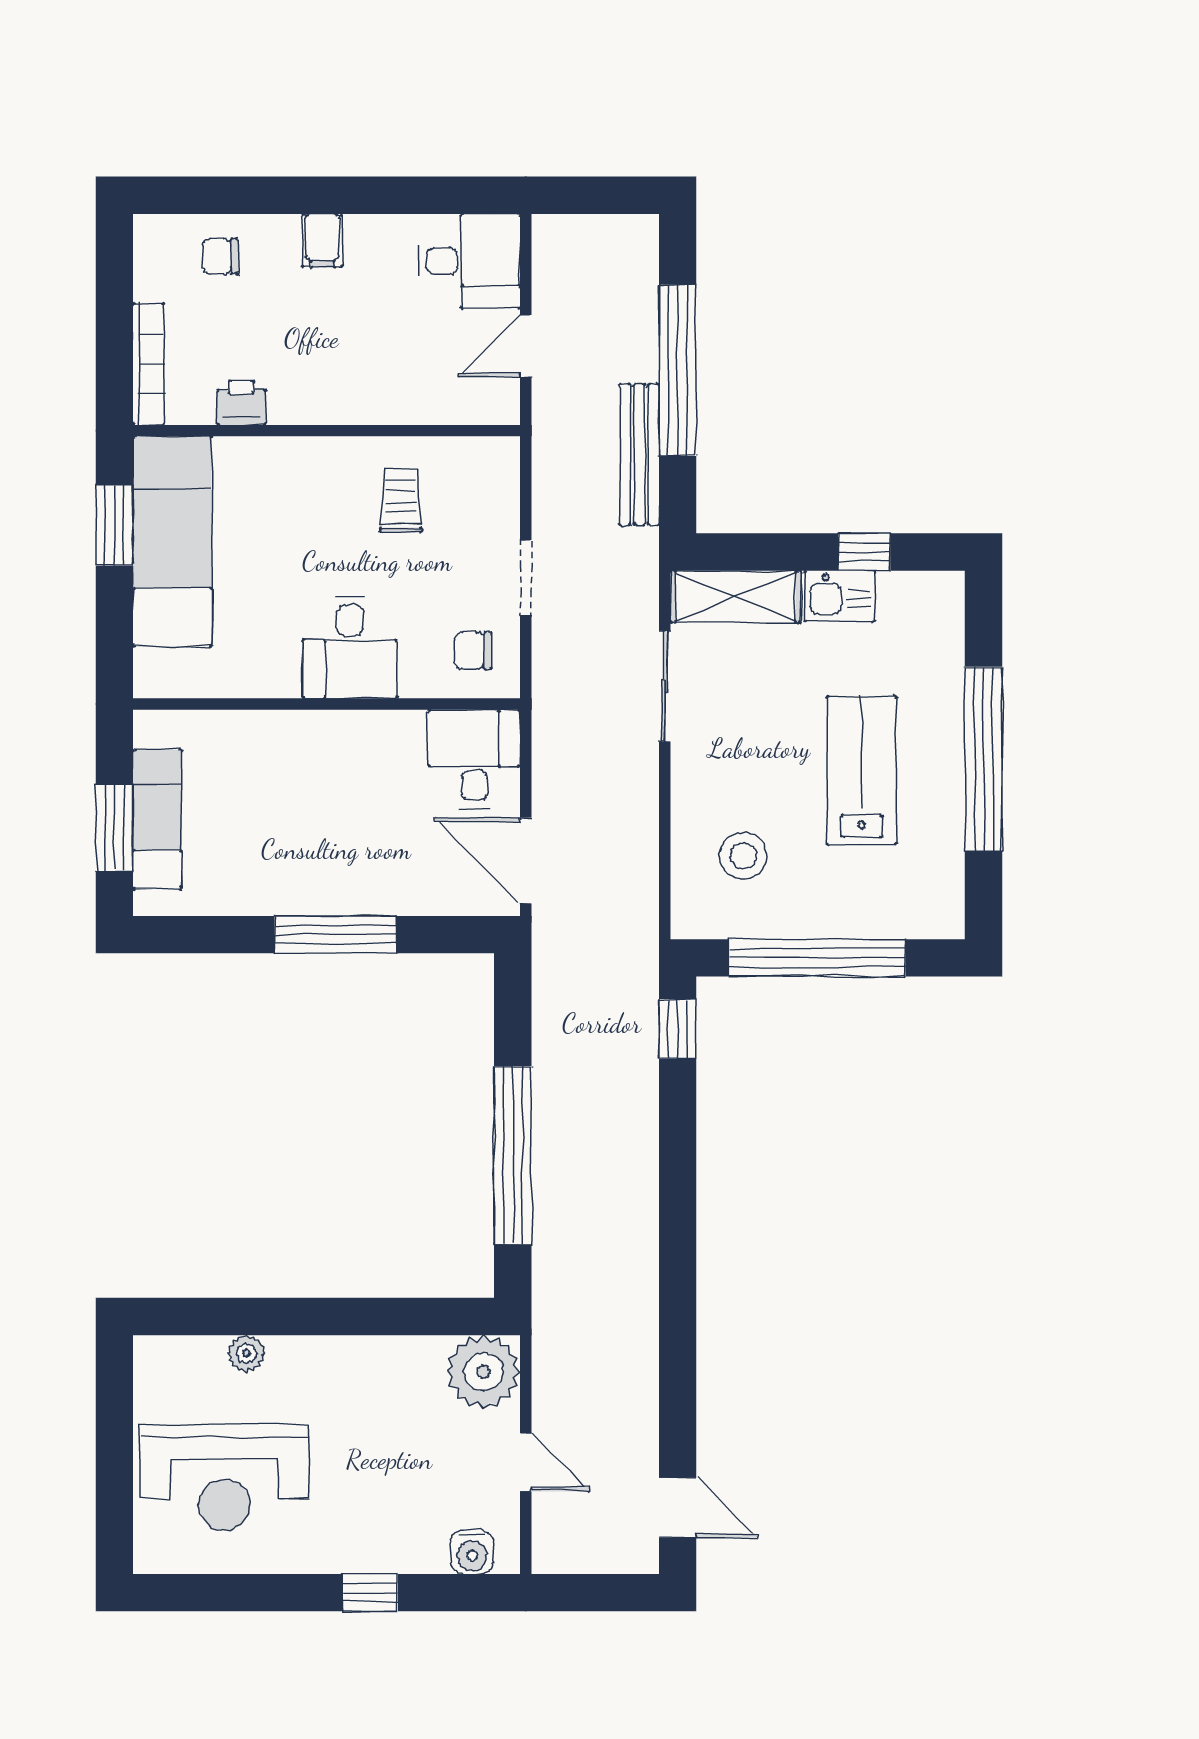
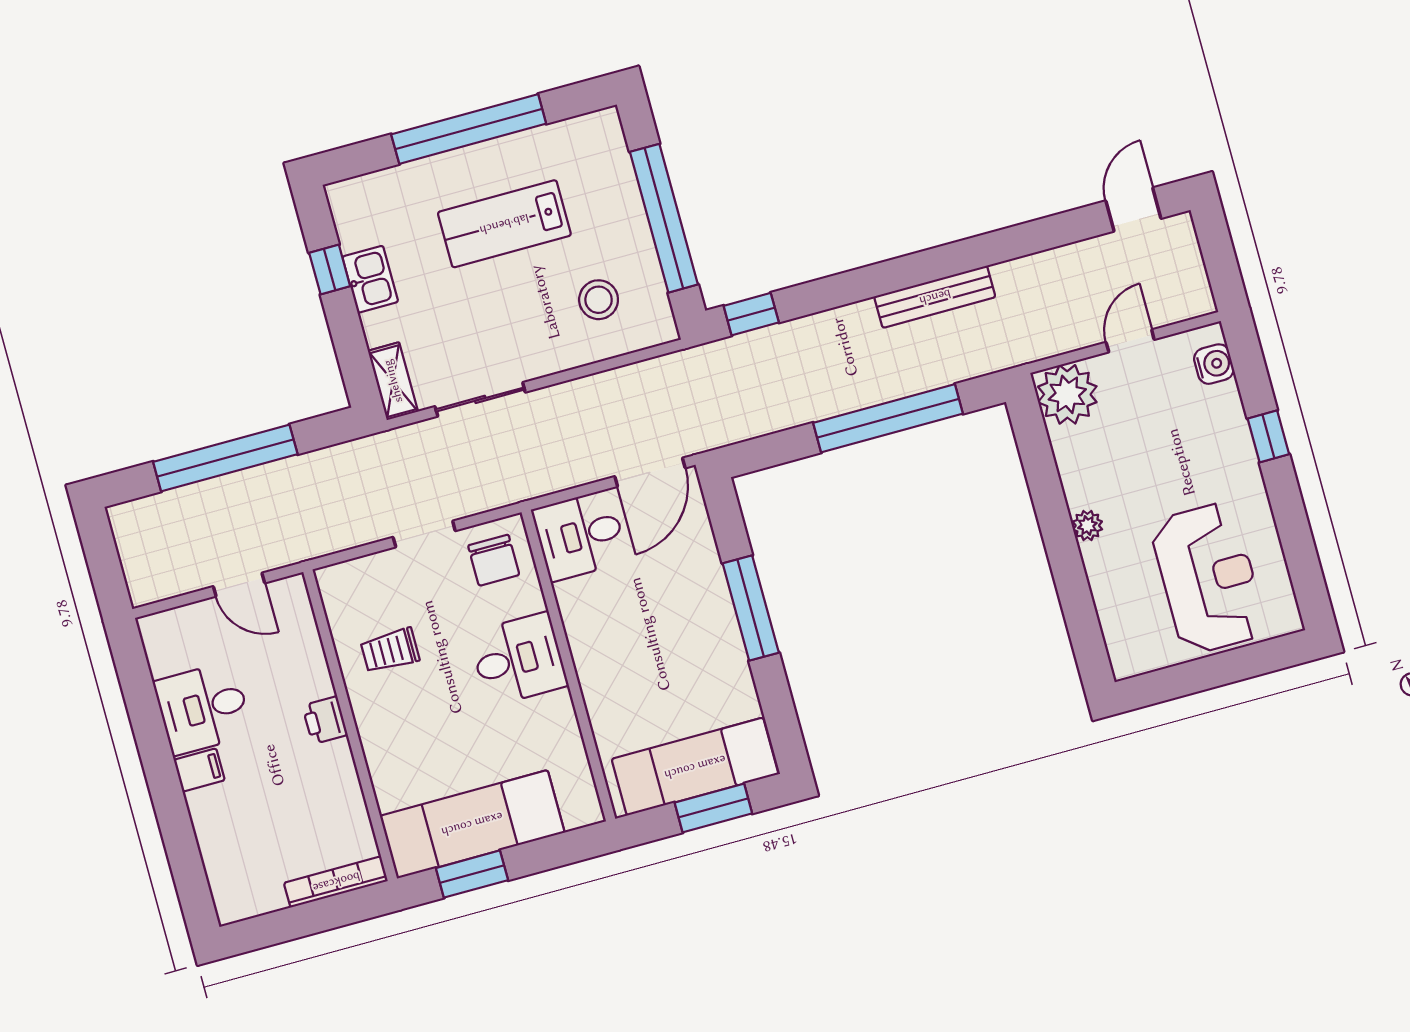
chair: (221, 256) -> (234, 848), removed
desk: (469, 261) -> (203, 708), moved, turned -90
printer: (241, 403) -> (325, 720), moved
bench: (639, 455) -> (935, 297), moved
shelving: (736, 597) -> (393, 381), width x0.67, depth x0.75
chair: (473, 651) -> (494, 560), width x1.37, depth x1.37
exam couch: (157, 819) -> (695, 767), width x1.36, depth x1.45
plant: (246, 1353) -> (1087, 525), moved

